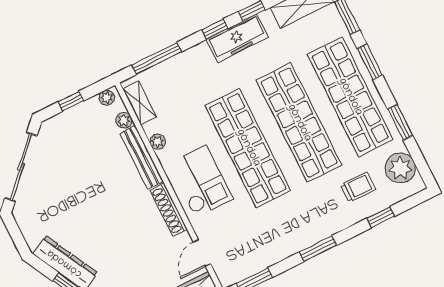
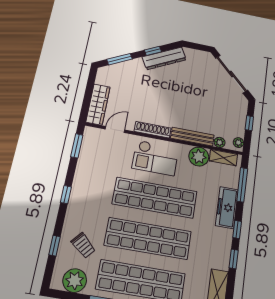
freezer: (237, 38) -> (227, 208), moved
plant: (158, 142) -> (199, 157), width x1.87, depth x1.87
trolley: (358, 187) -> (83, 245), turned -49
window: (318, 249) -> (66, 195), width x0.67
door: (202, 253) -> (115, 130), hinge flipped

